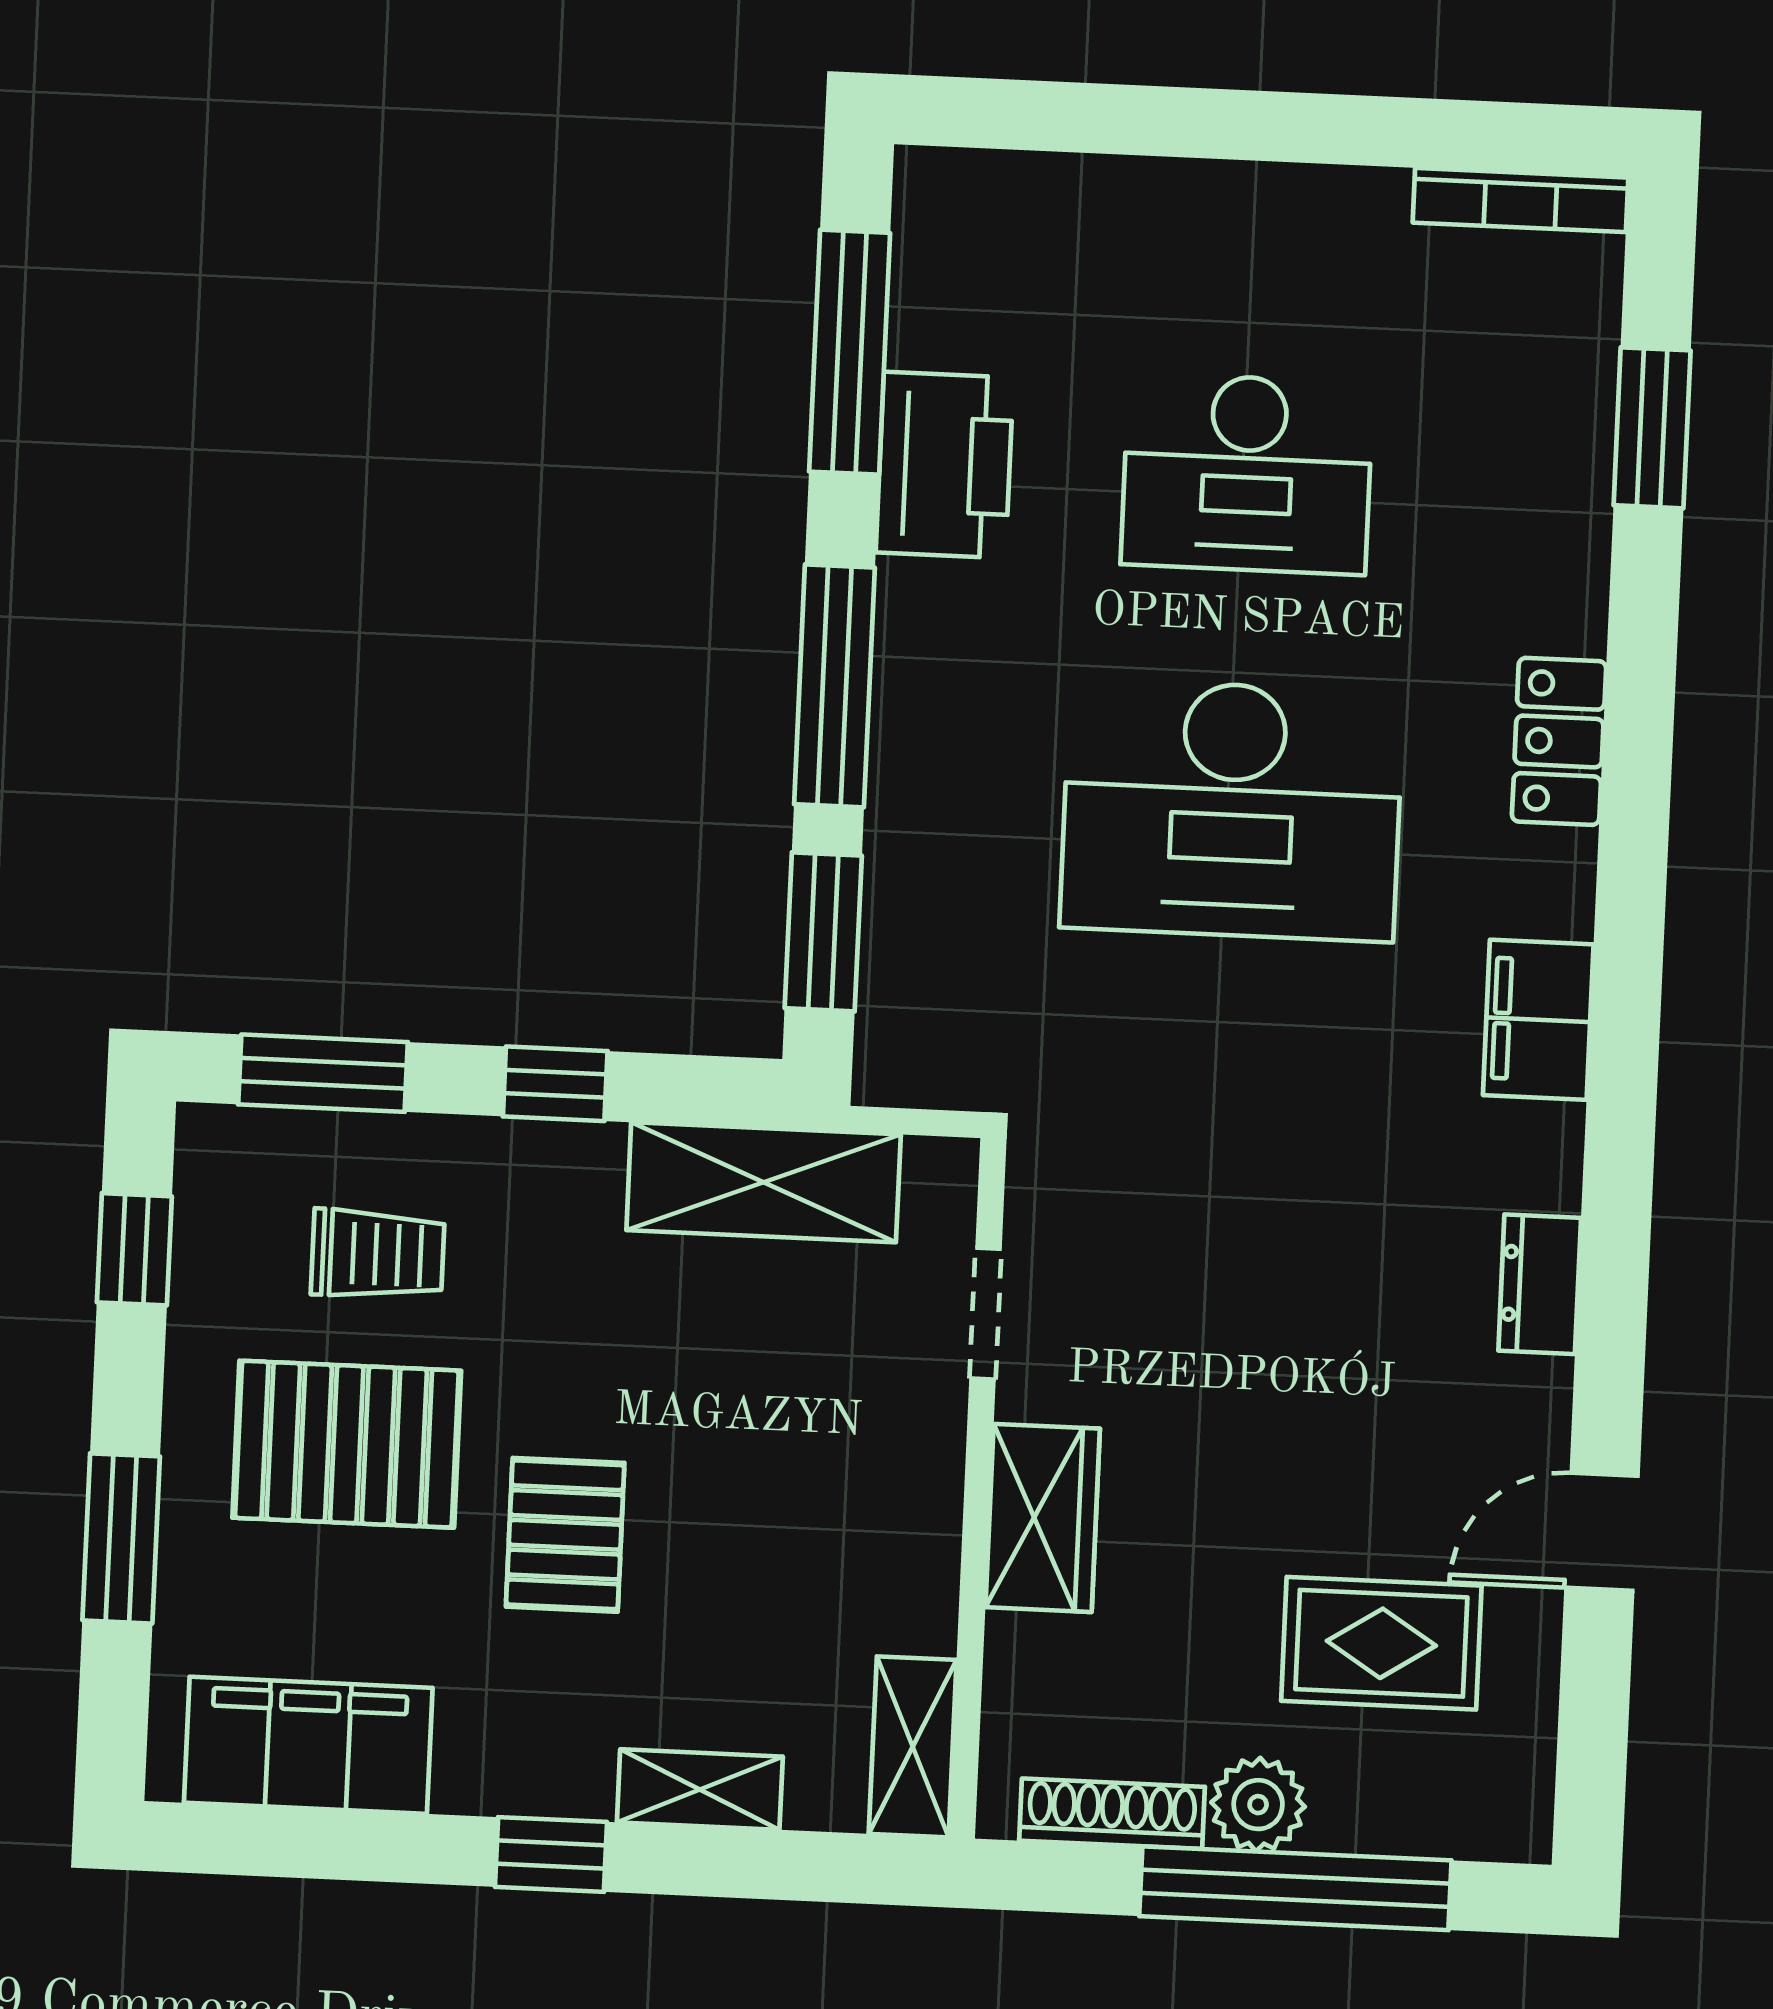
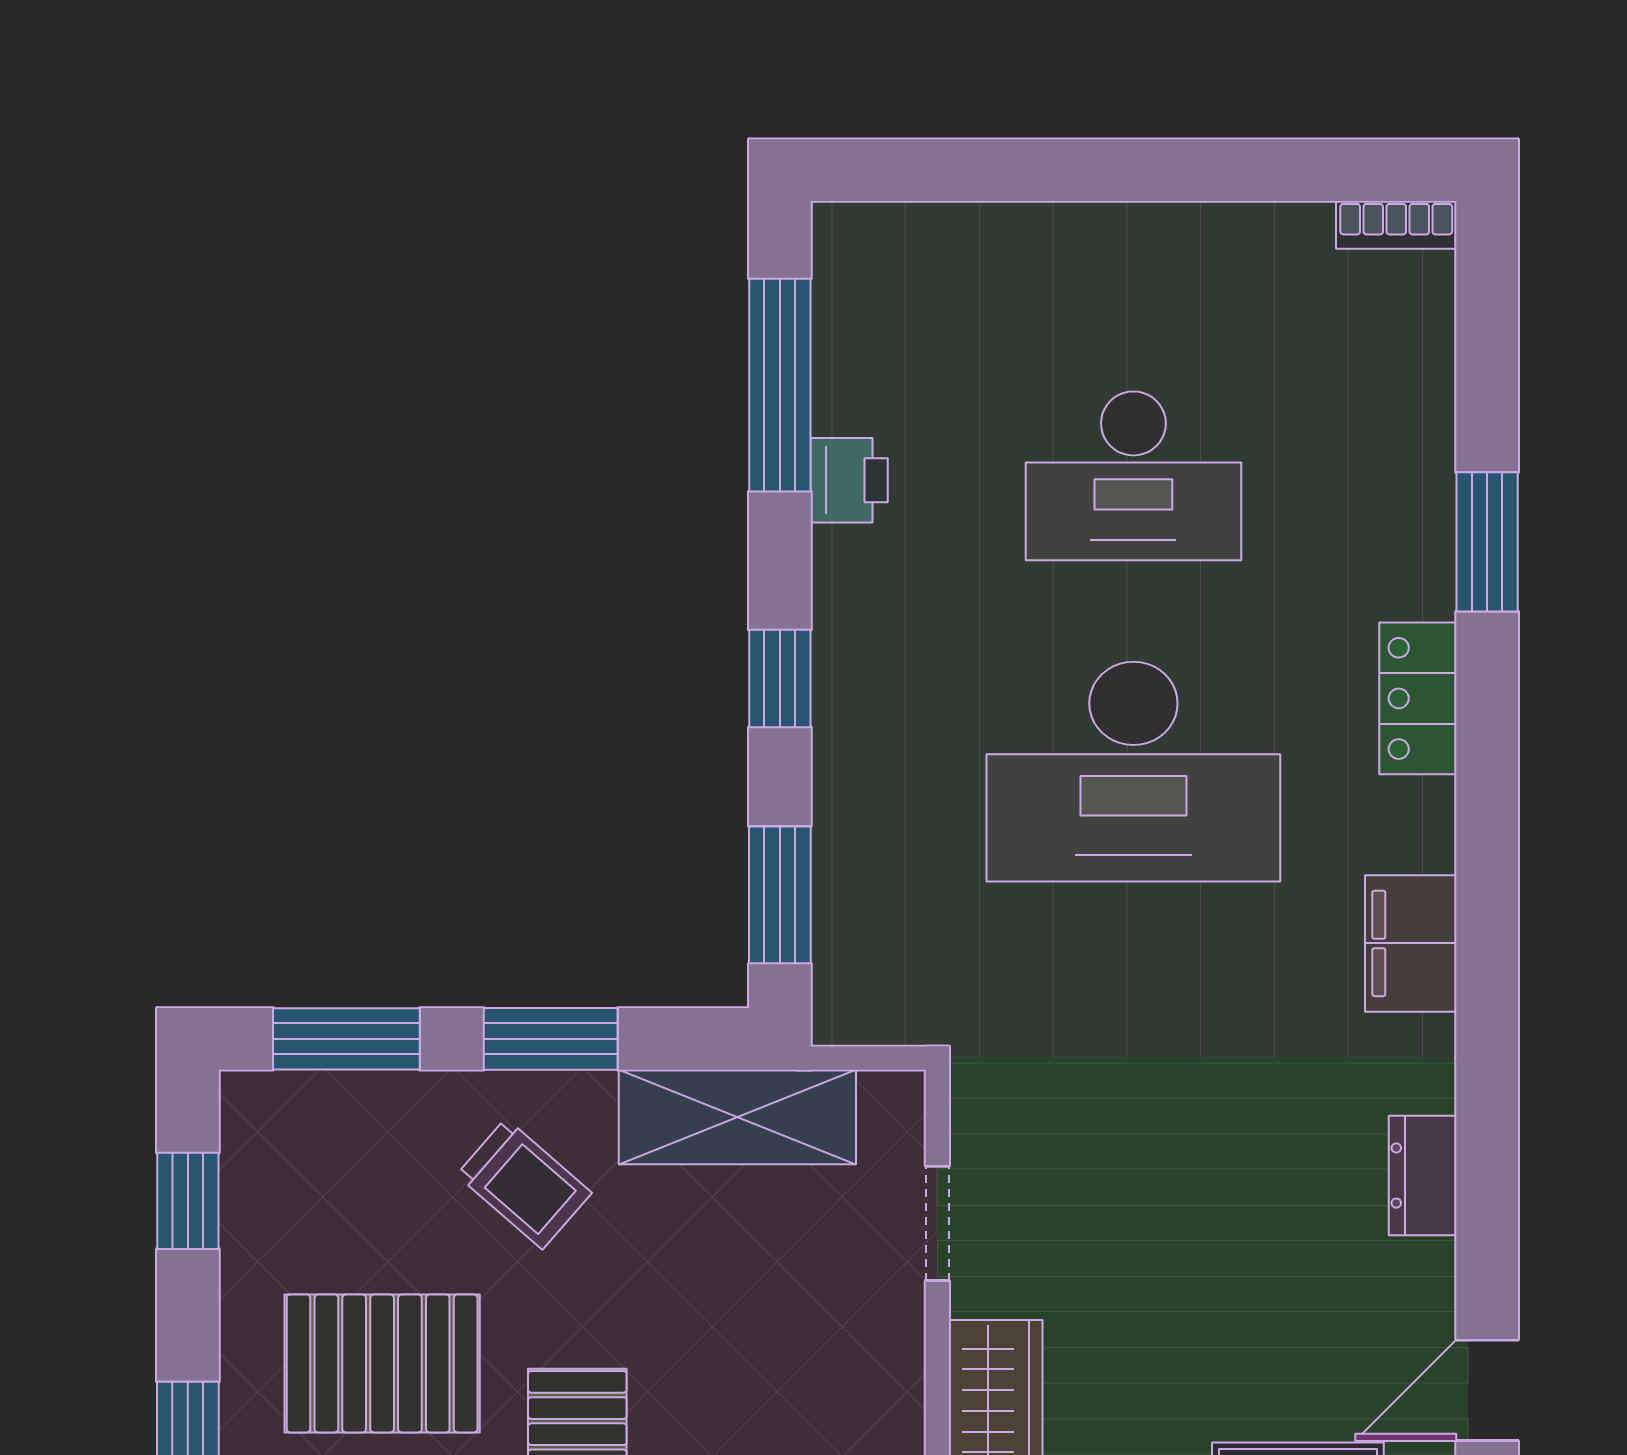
bookcase: (1521, 200) -> (1396, 225), width x0.64
window: (1652, 428) -> (1487, 542), moved
printer: (945, 465) -> (849, 480), width x0.53, depth x0.68
window: (834, 686) -> (780, 679), width x0.46
window: (555, 1084) -> (551, 1039), width x1.50
trolley: (378, 1254) -> (524, 1184), moved, turned 41

